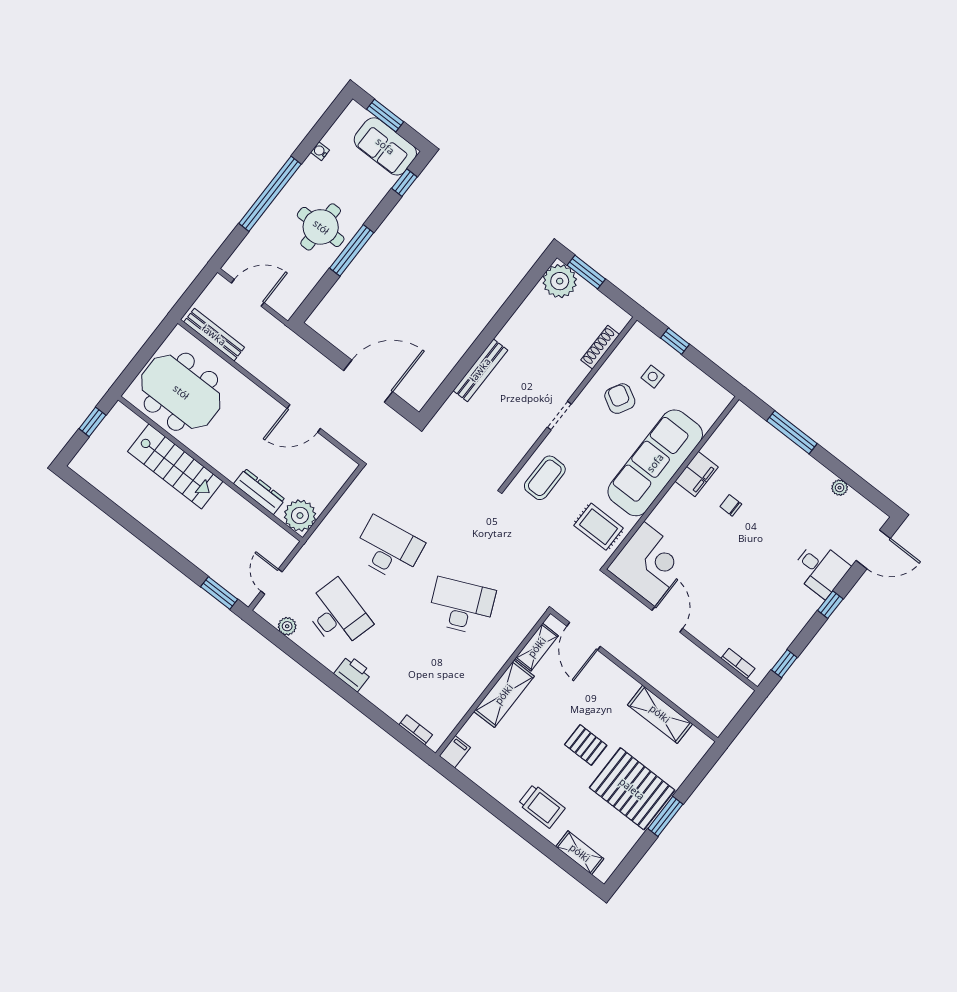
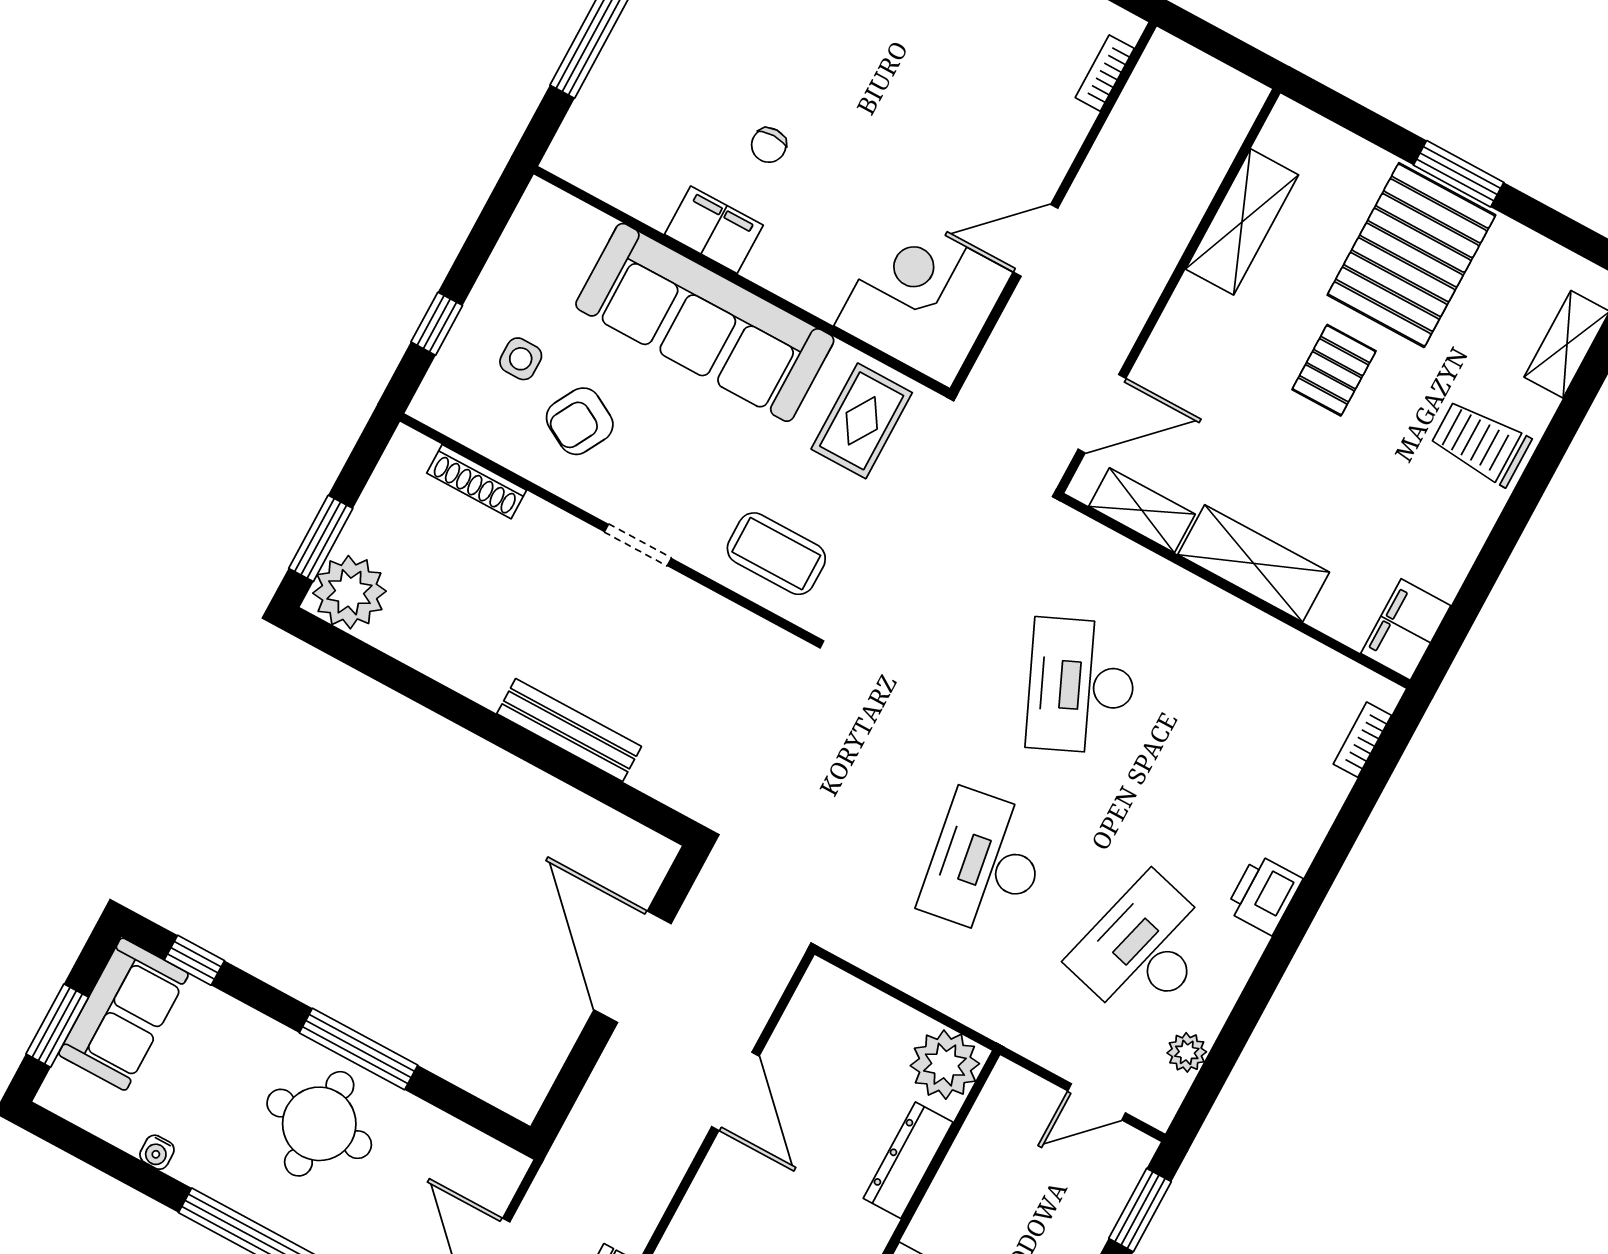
filing cabinet: (455, 752) -> (1406, 630), width x2.00
trolley: (542, 806) -> (1481, 443), turned -90

